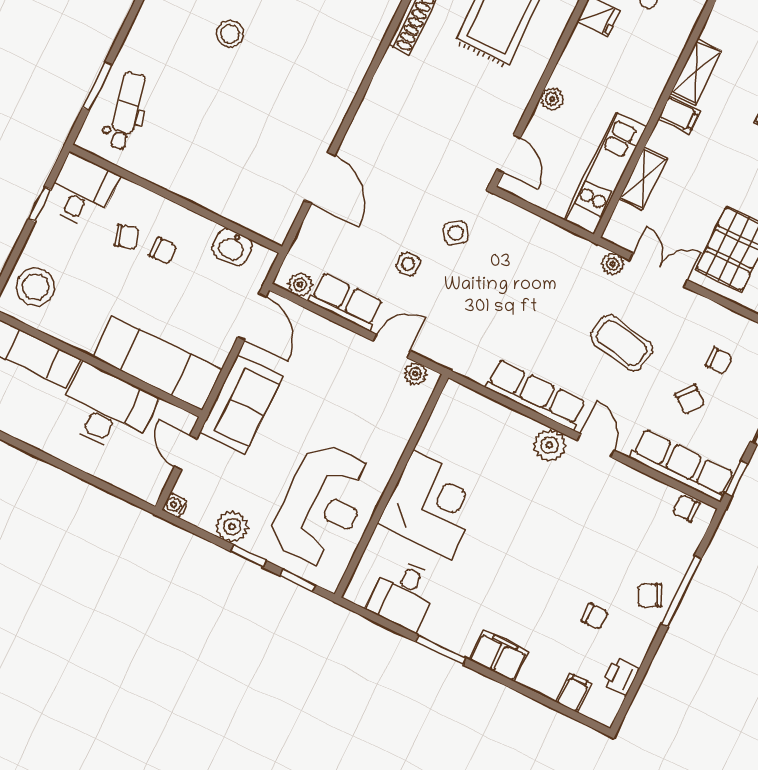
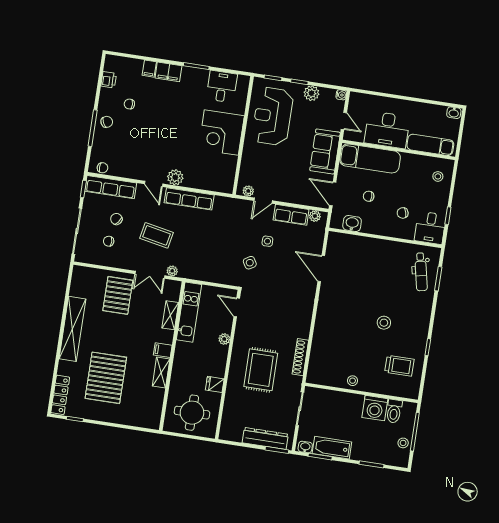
chair: (163, 251) -> (369, 196), moved
stool: (36, 287) -> (438, 176), width x0.53, depth x0.53
filing cabinet: (573, 693) -> (149, 69), moved

